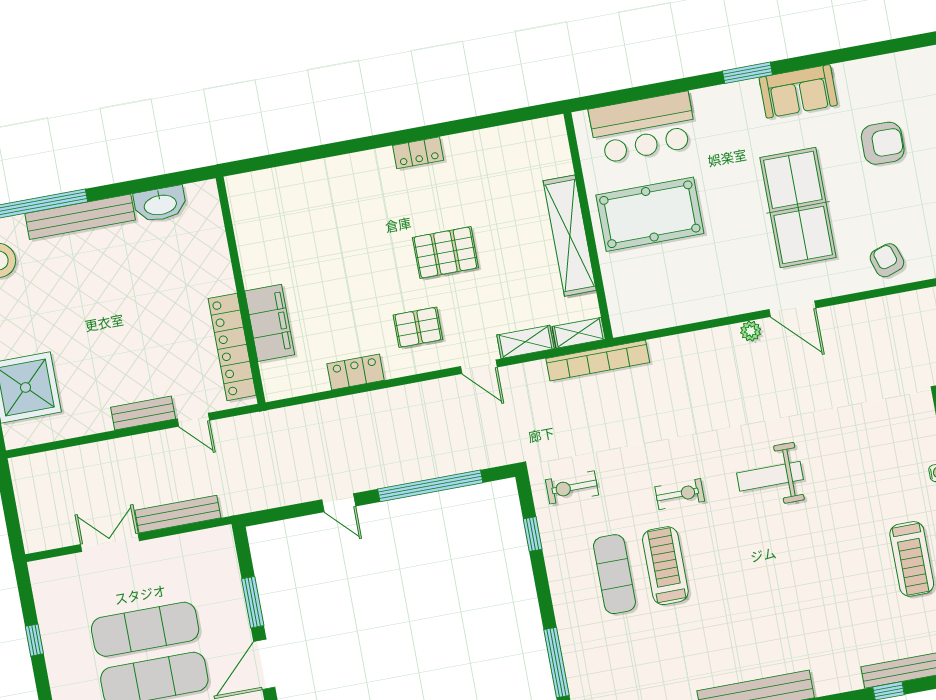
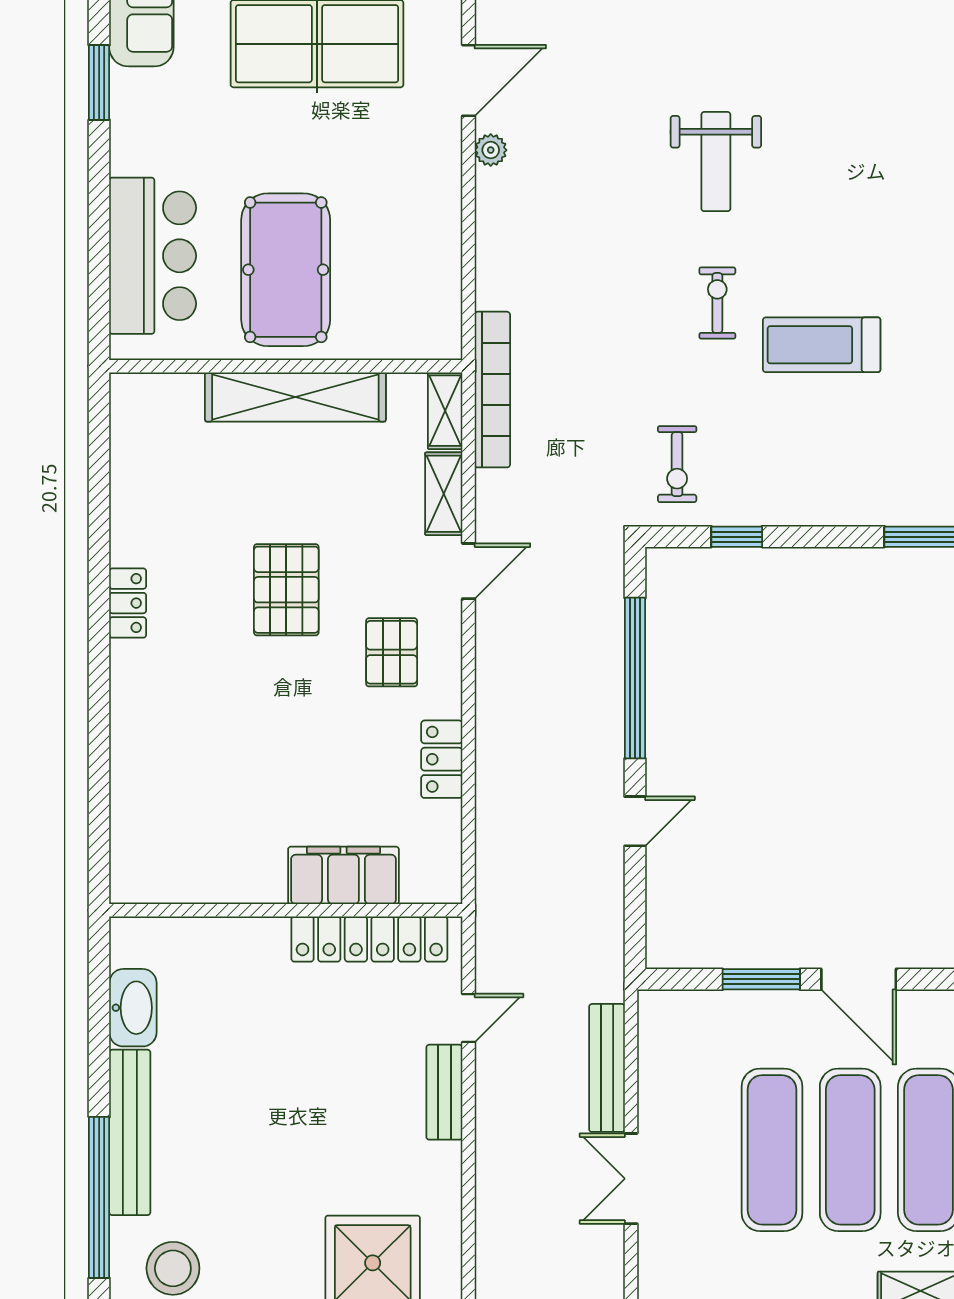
exercise mat: (614, 574) -> (820, 424), removed

